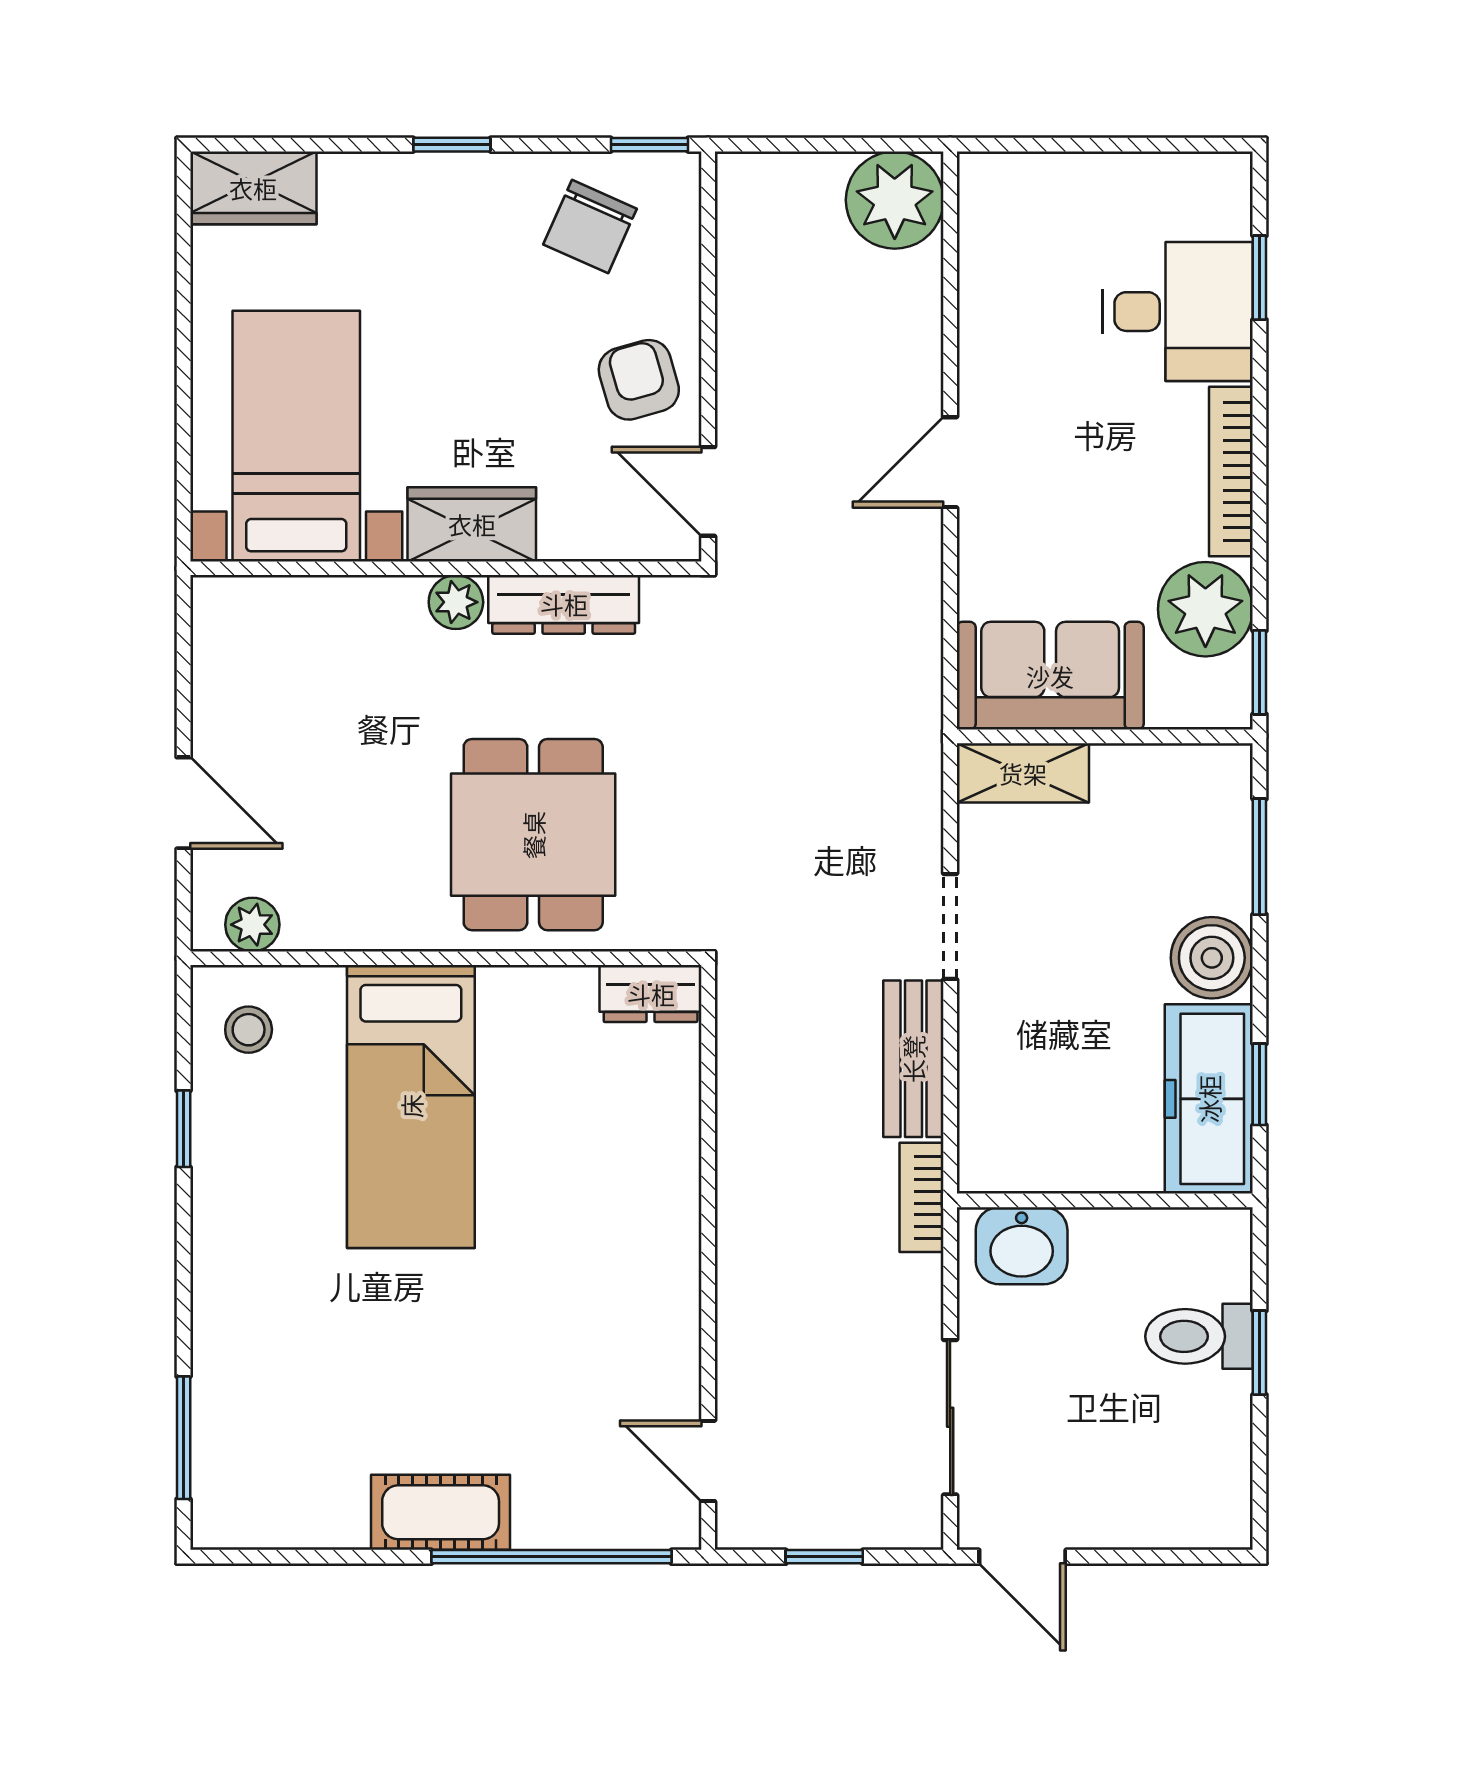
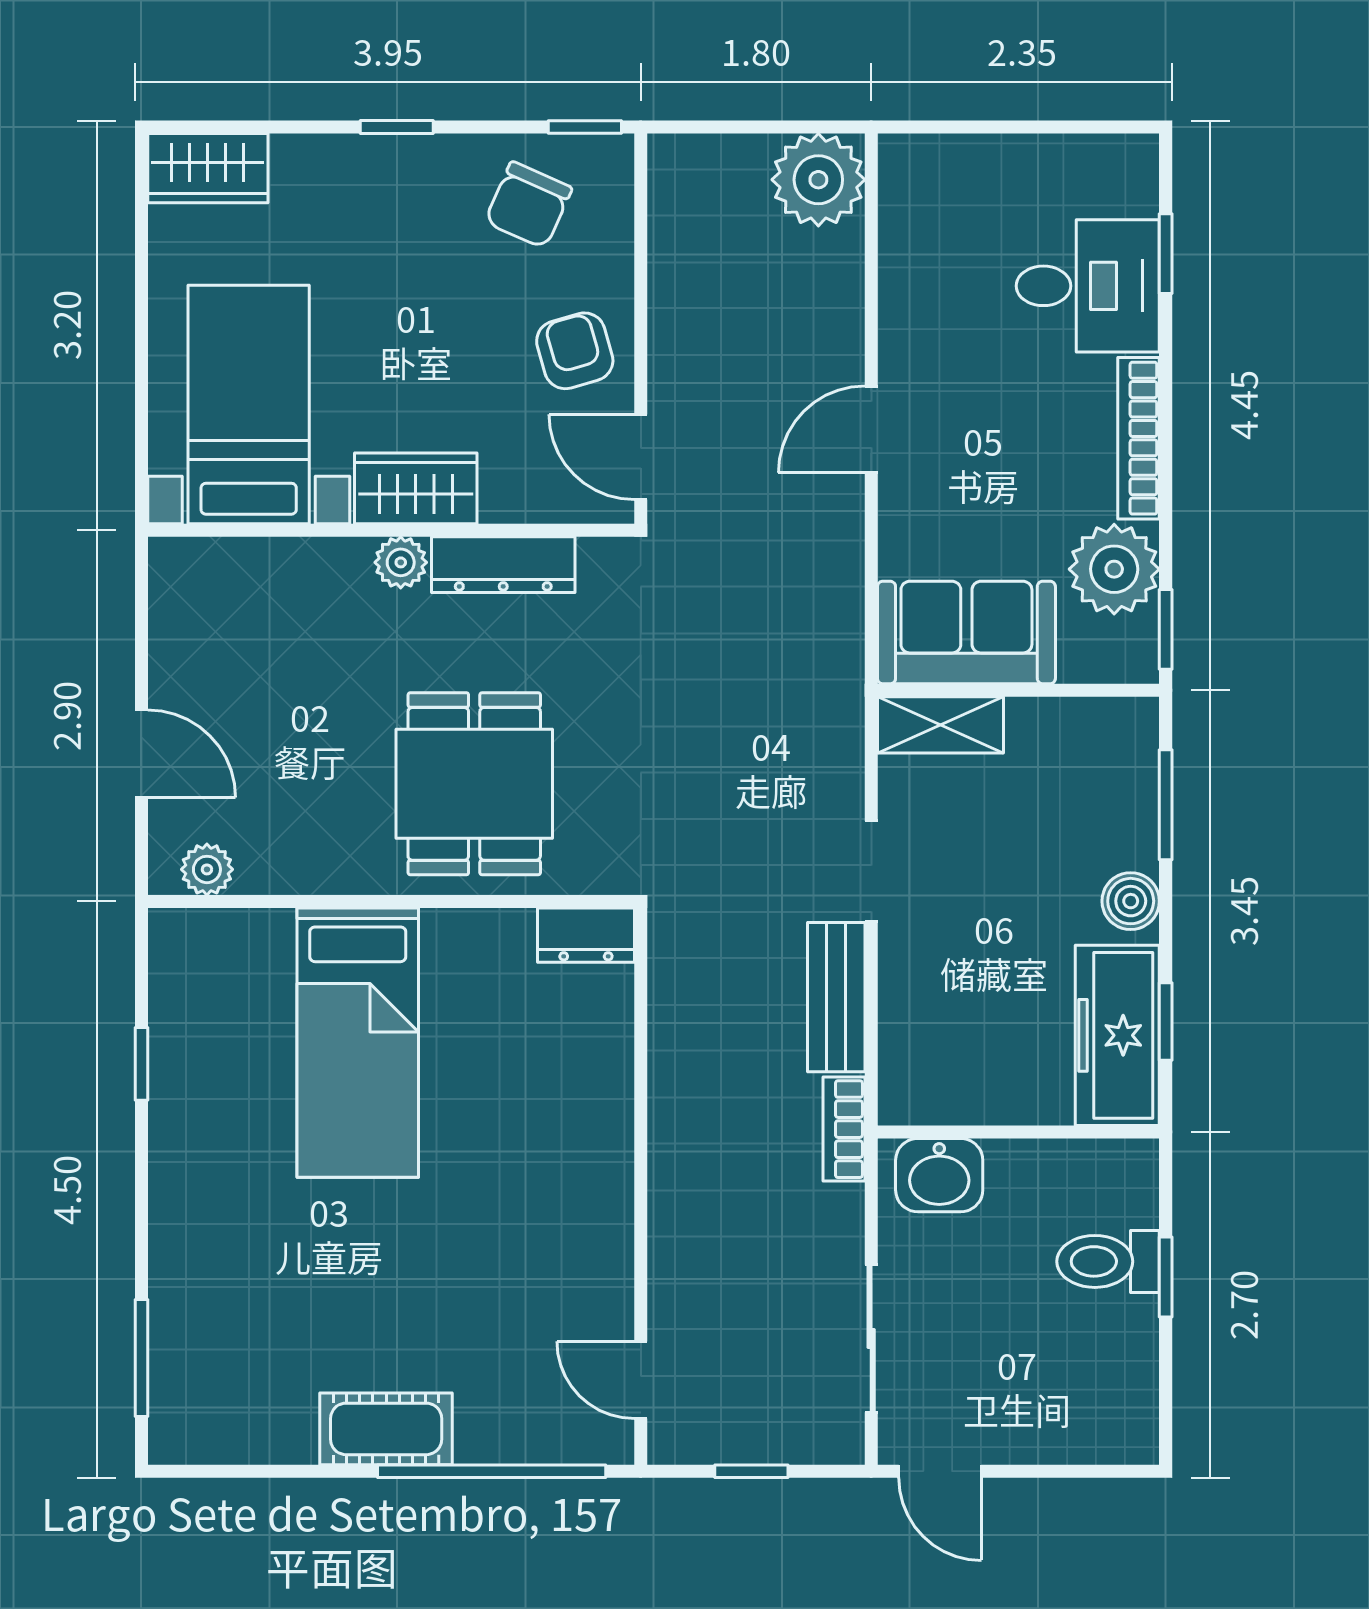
boiler: (1212, 958) -> (1131, 901), width x0.73, depth x0.73
stool: (249, 1030) -> (203, 969), removed

